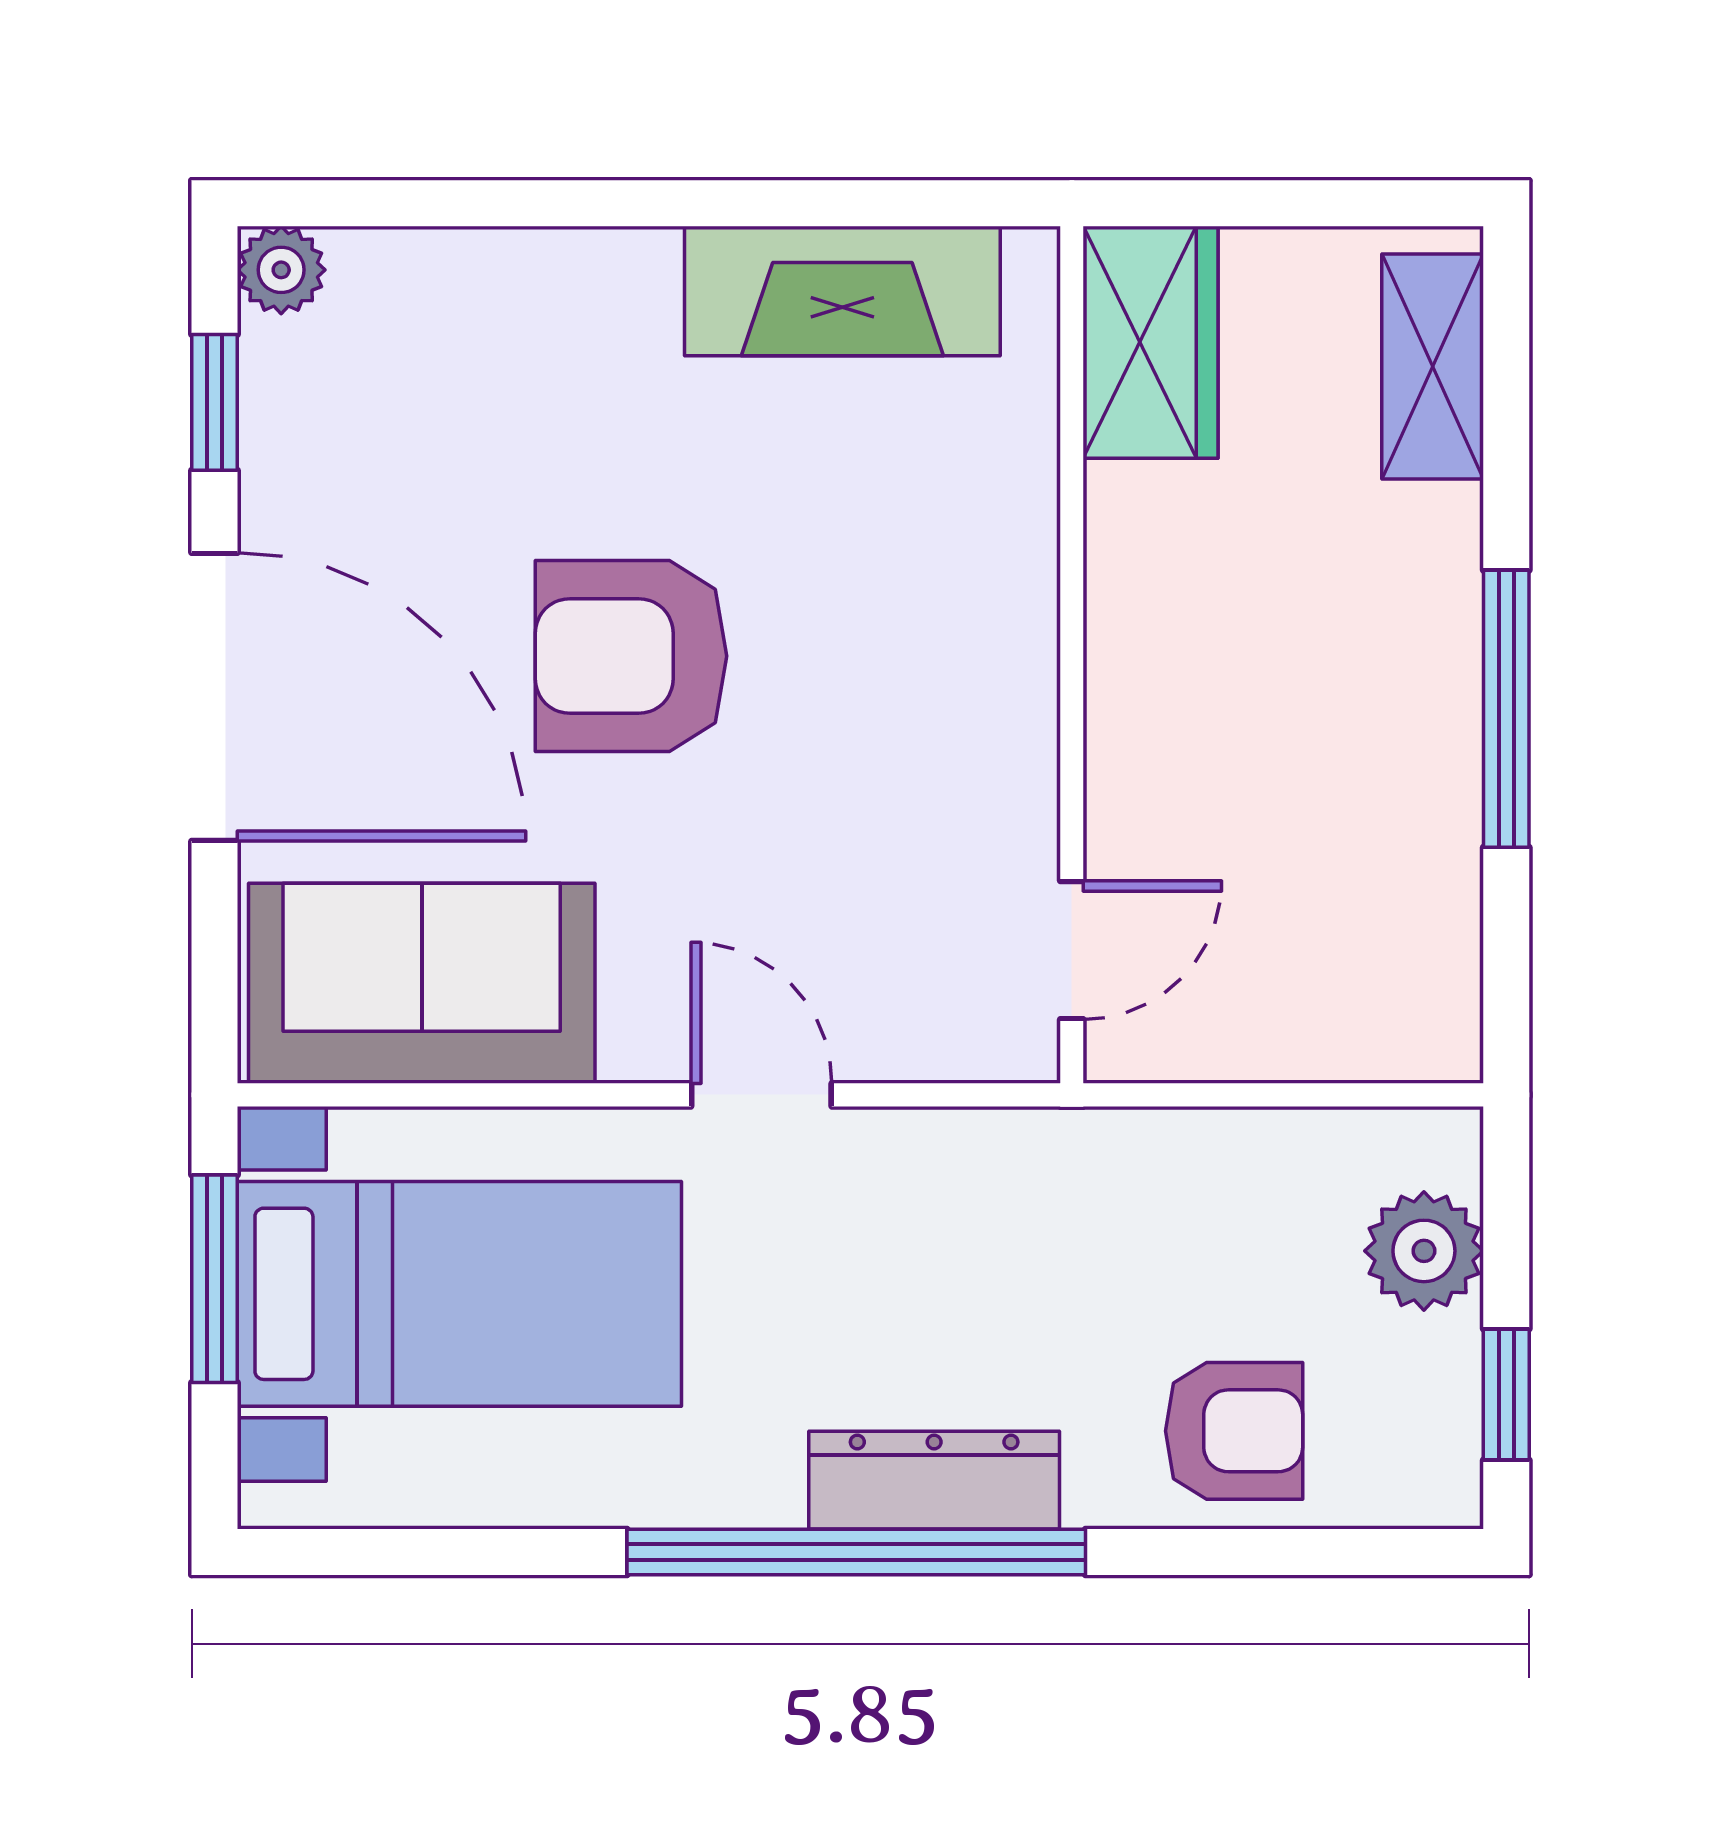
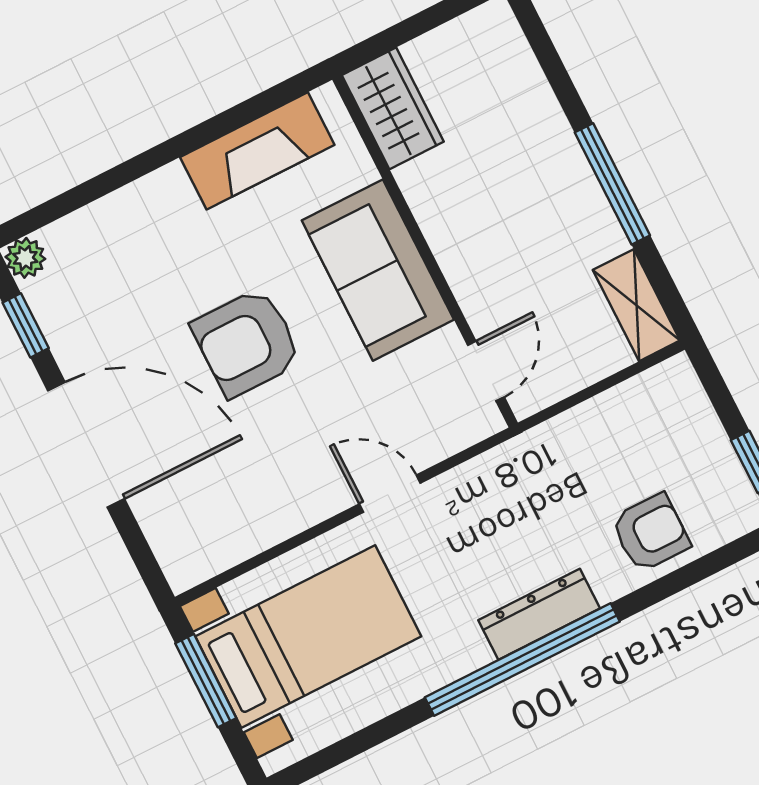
shelving: (1433, 367) -> (636, 305), moved
sofa: (422, 983) -> (378, 270), moved, turned -90
plant: (1424, 1251) -> (691, 421), removed

